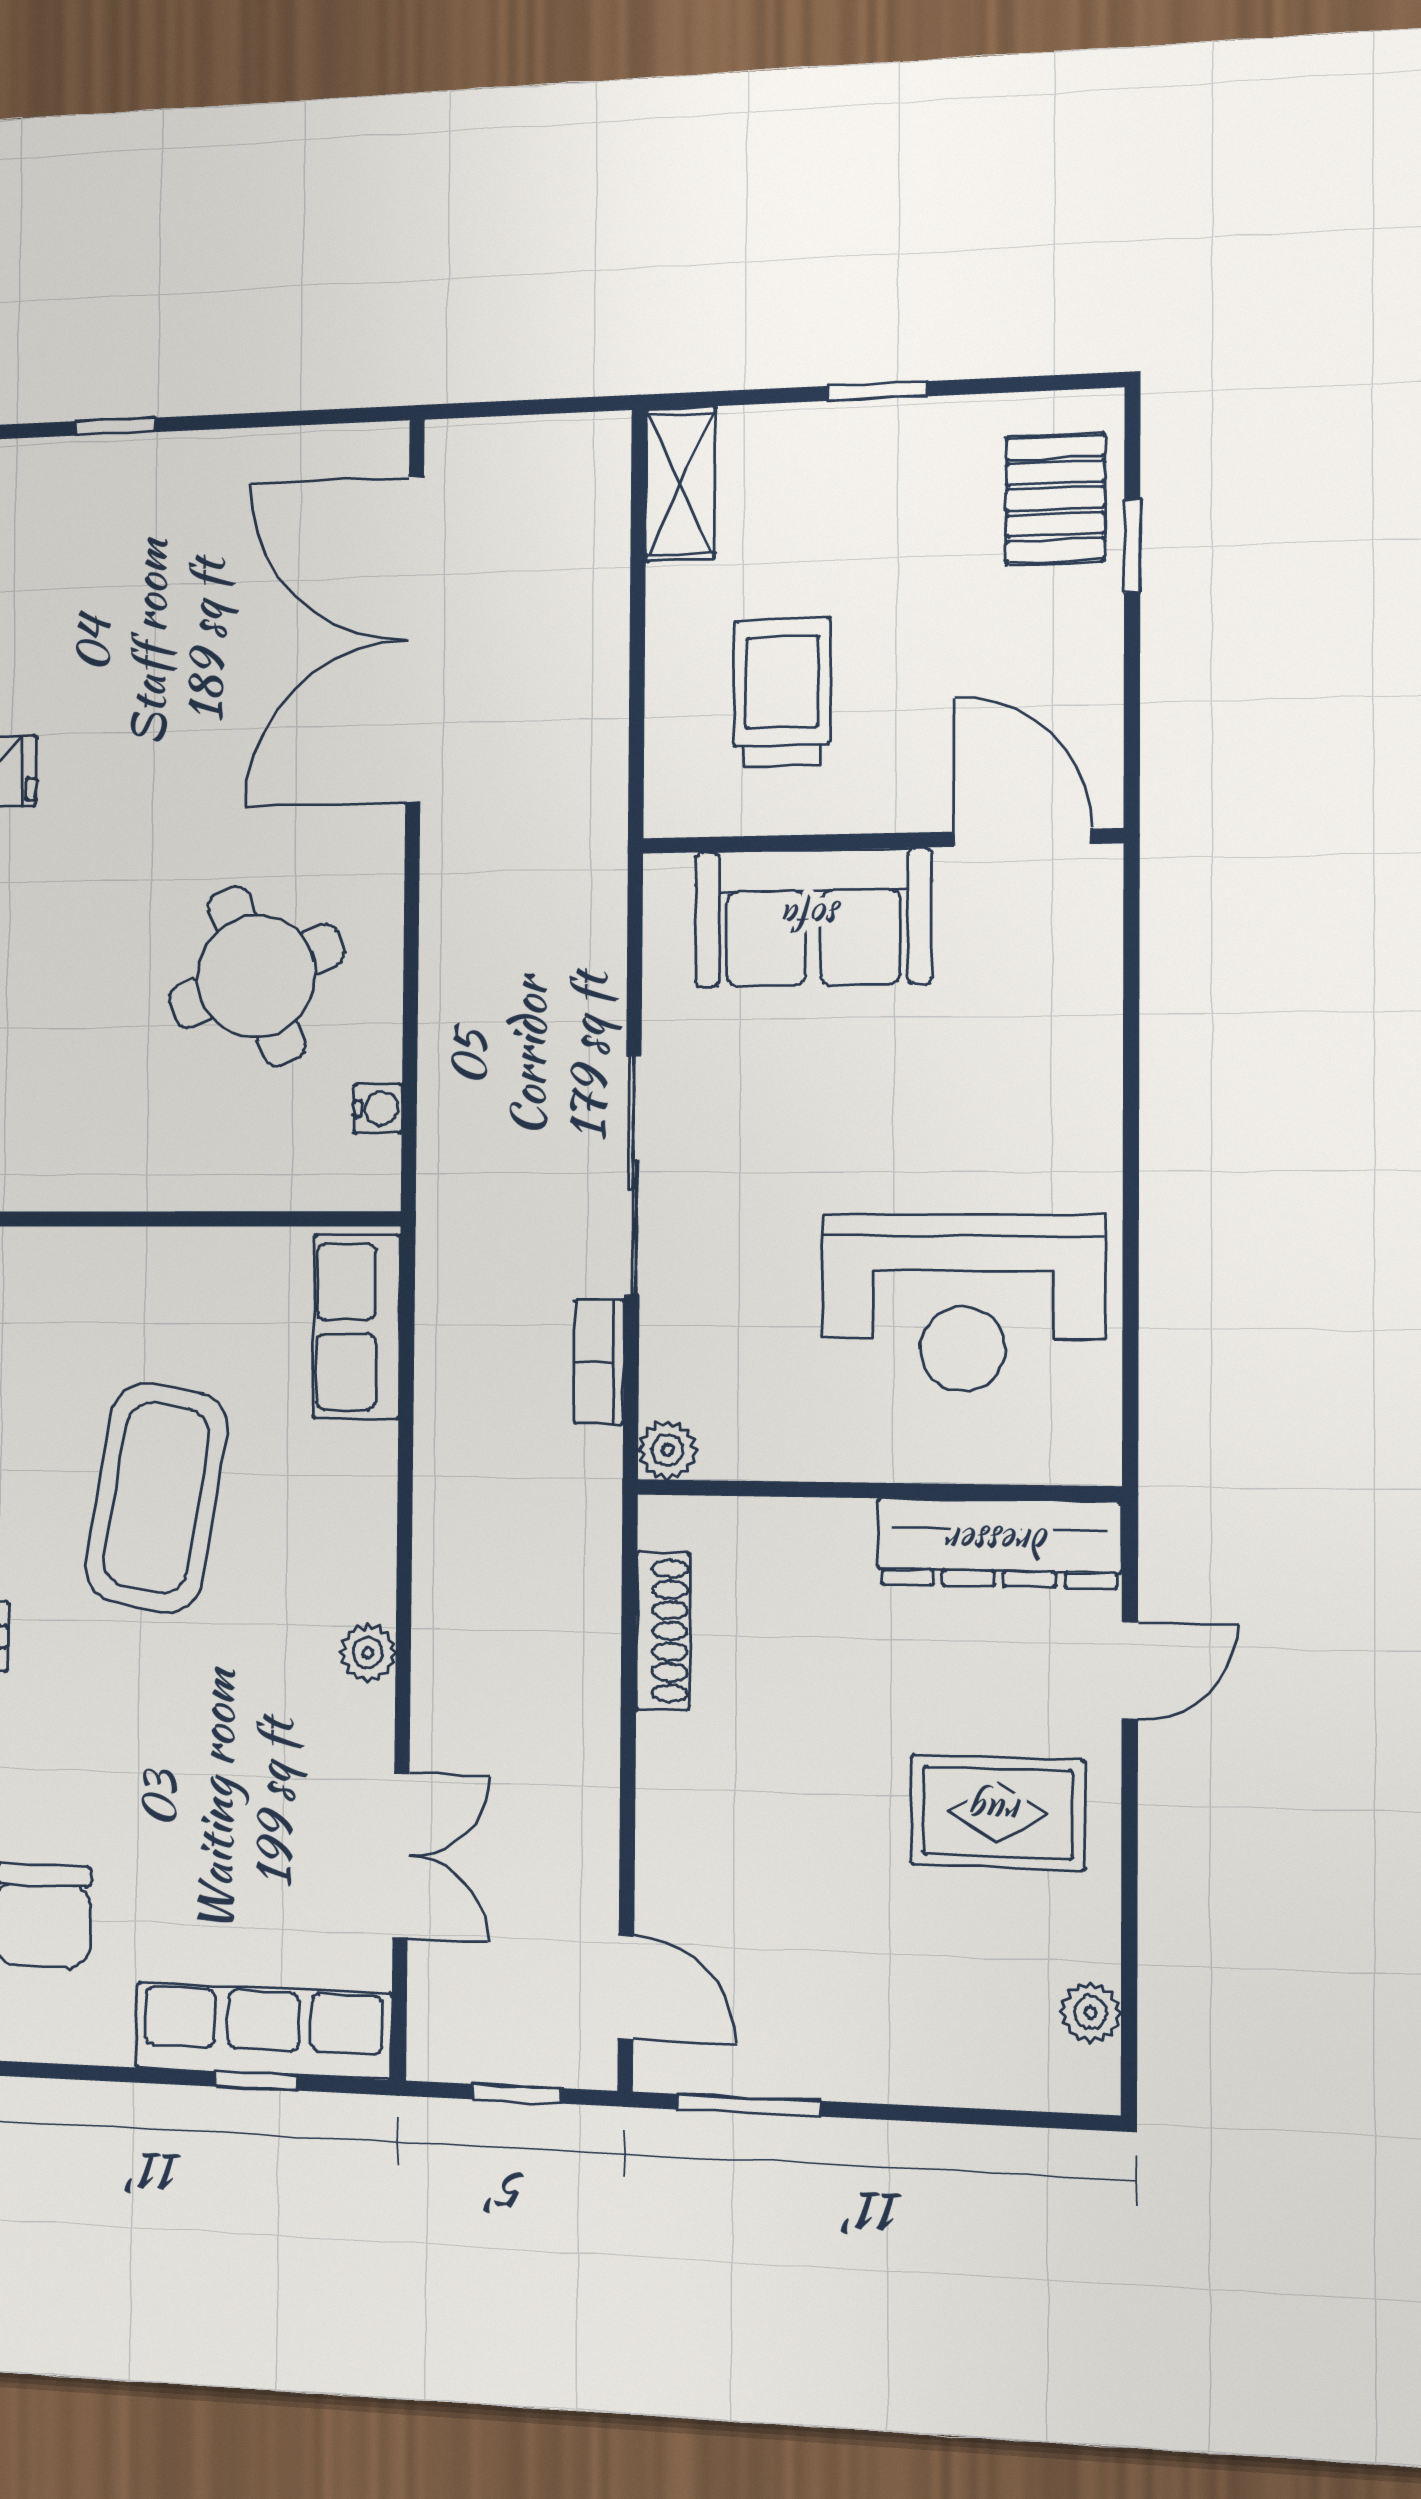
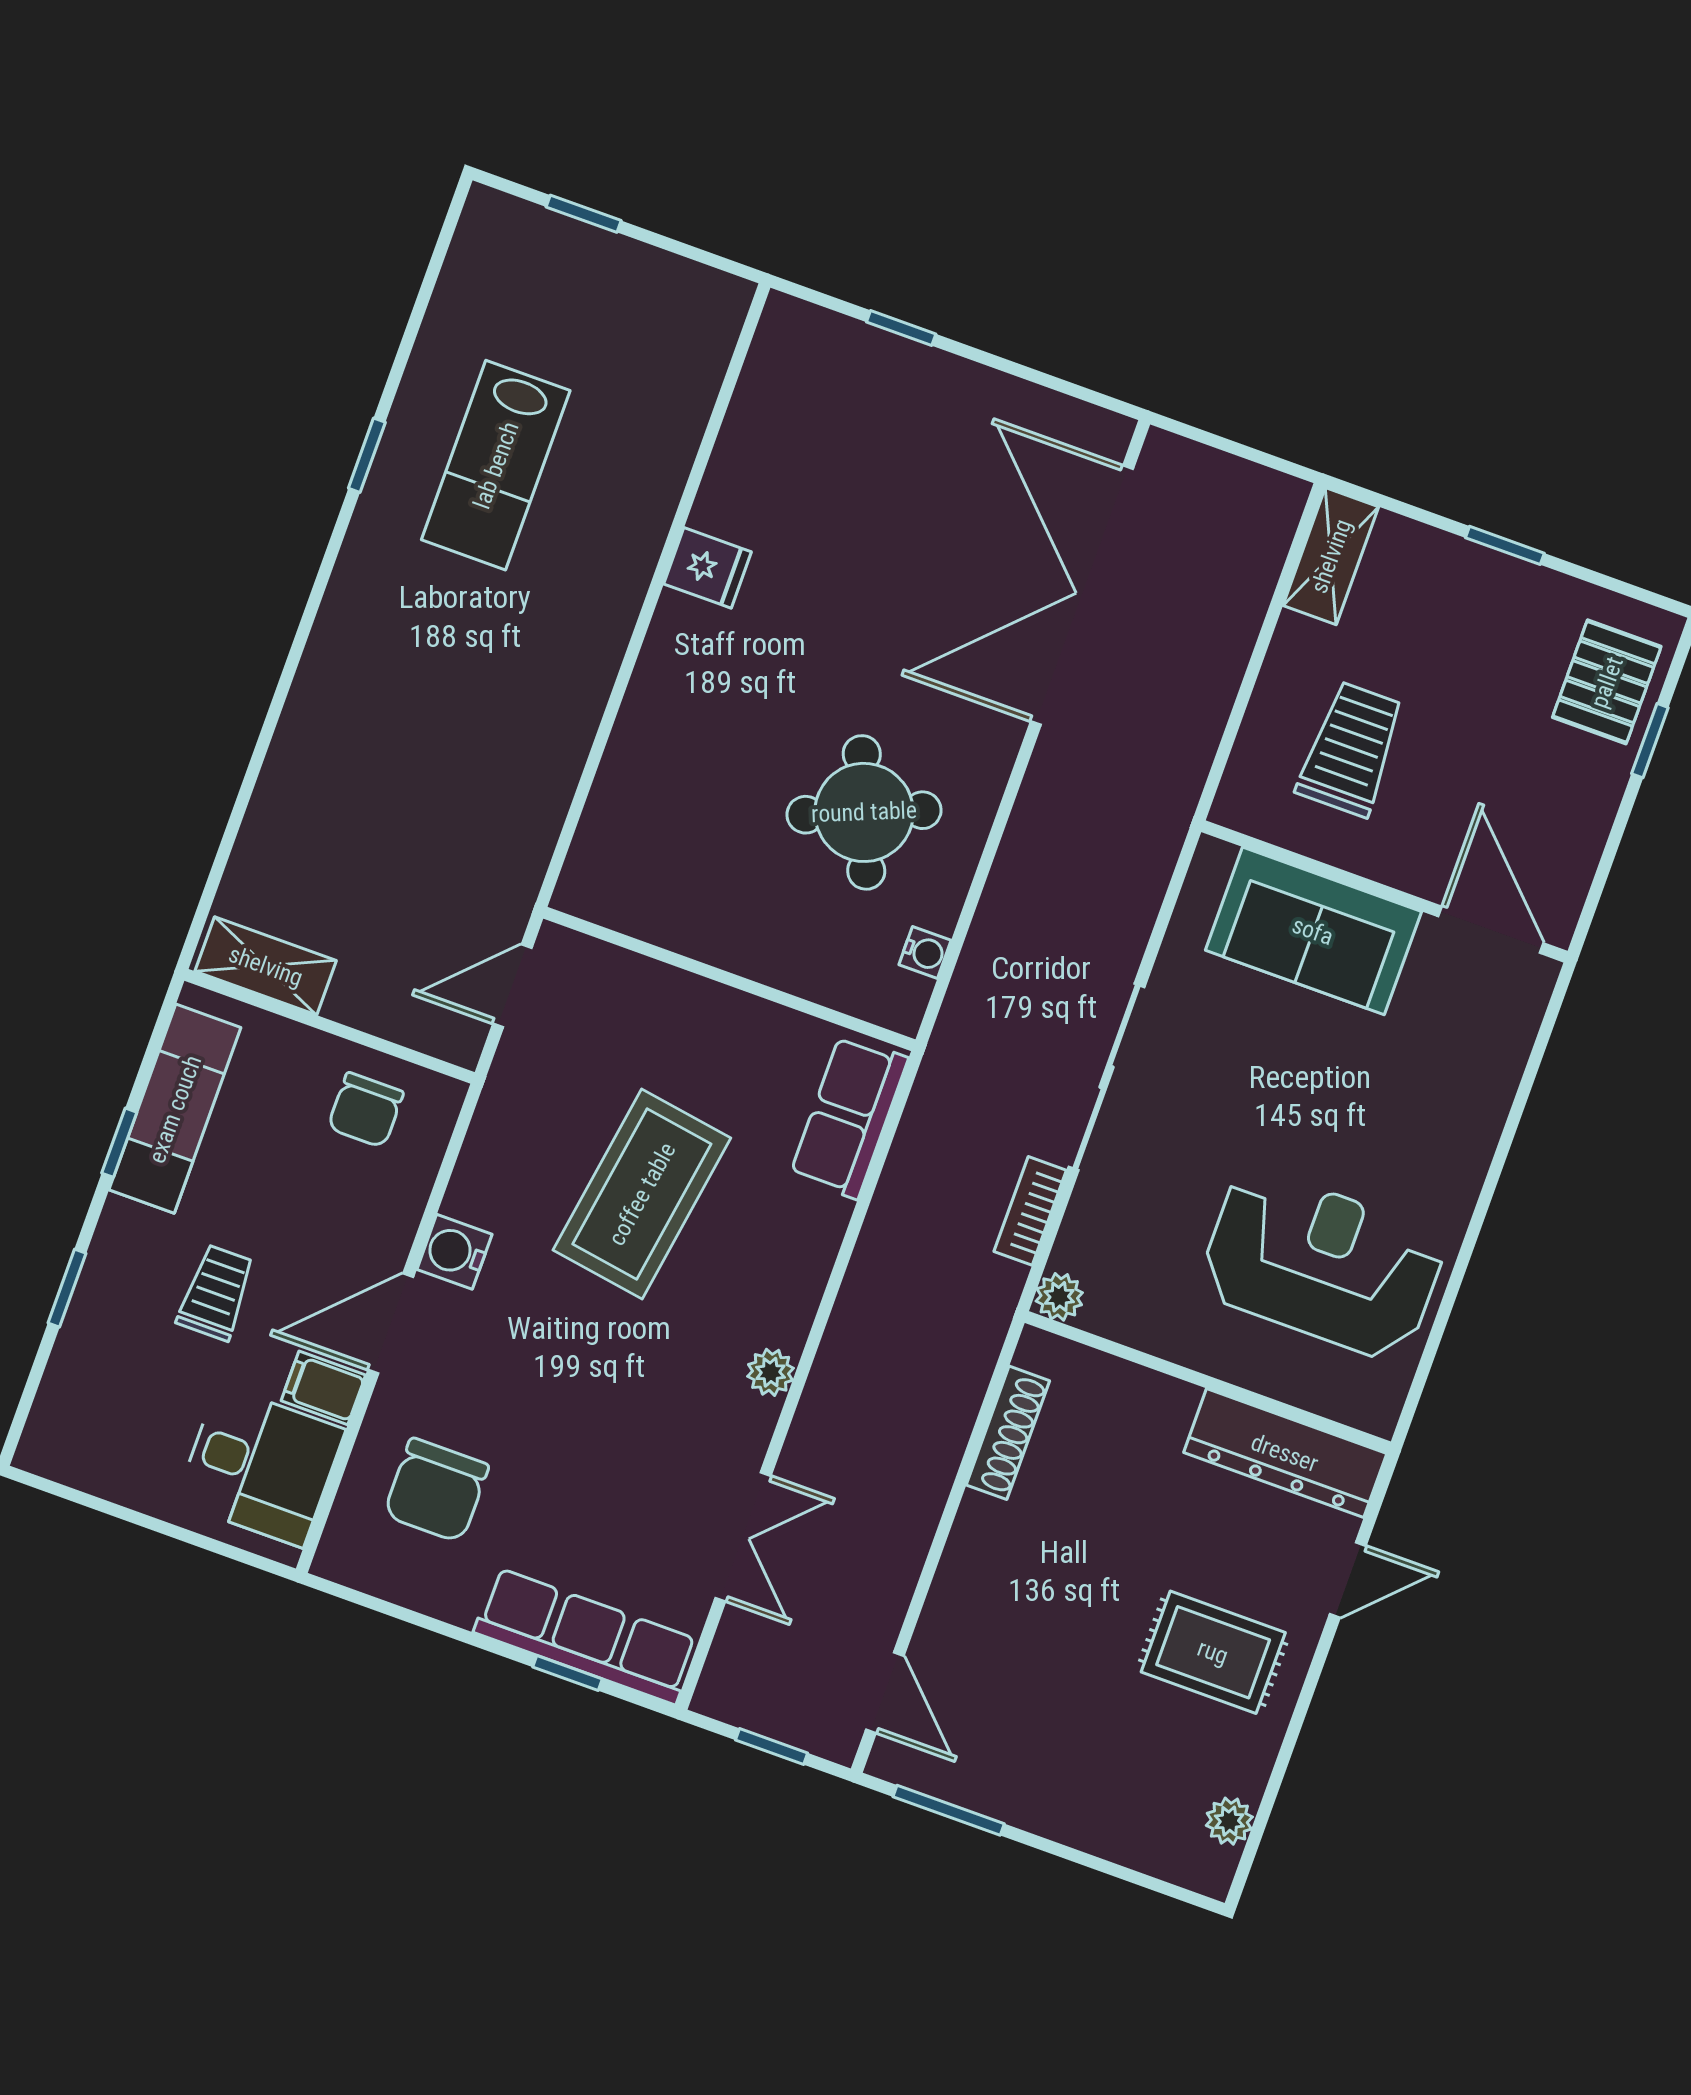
reception desk: (963, 1303) -> (1322, 1264), turned 180

